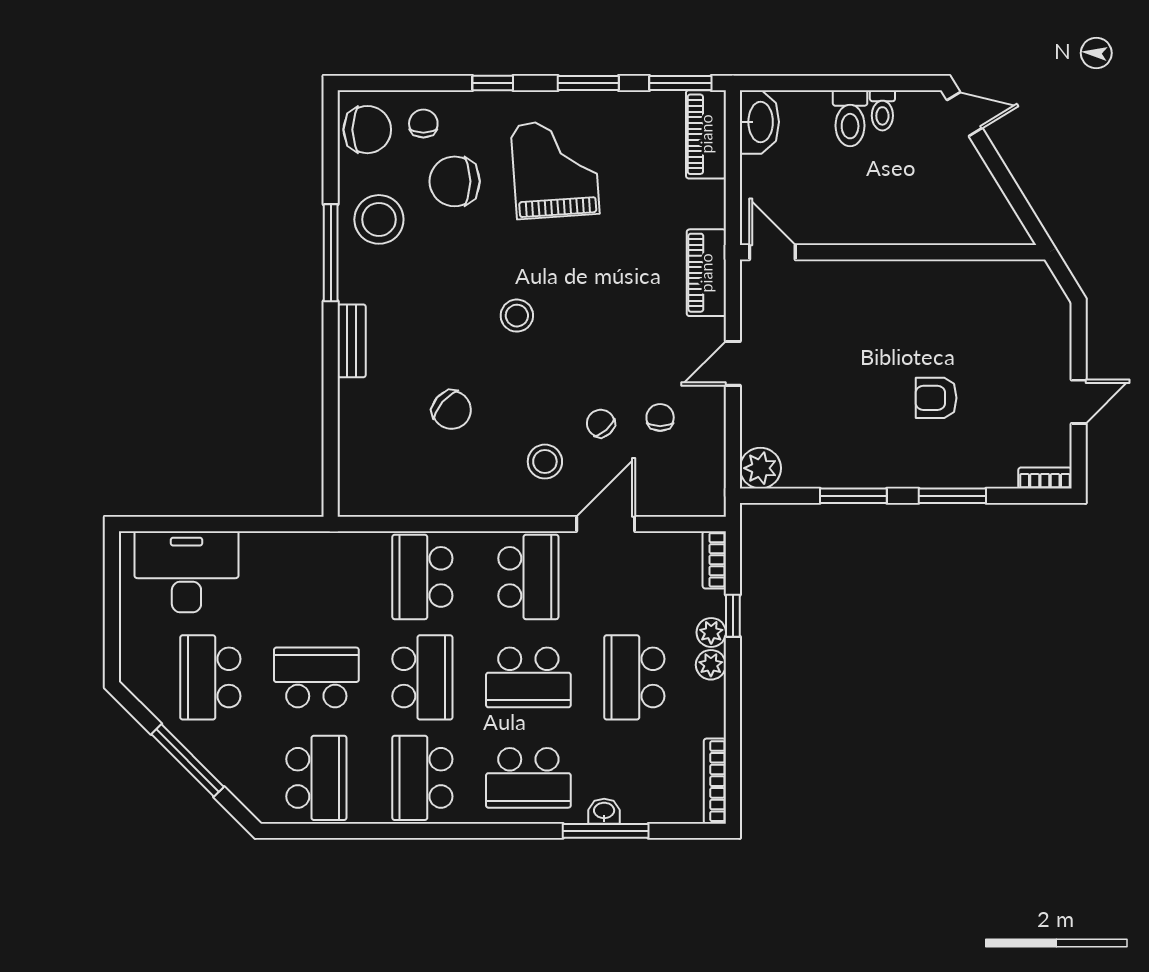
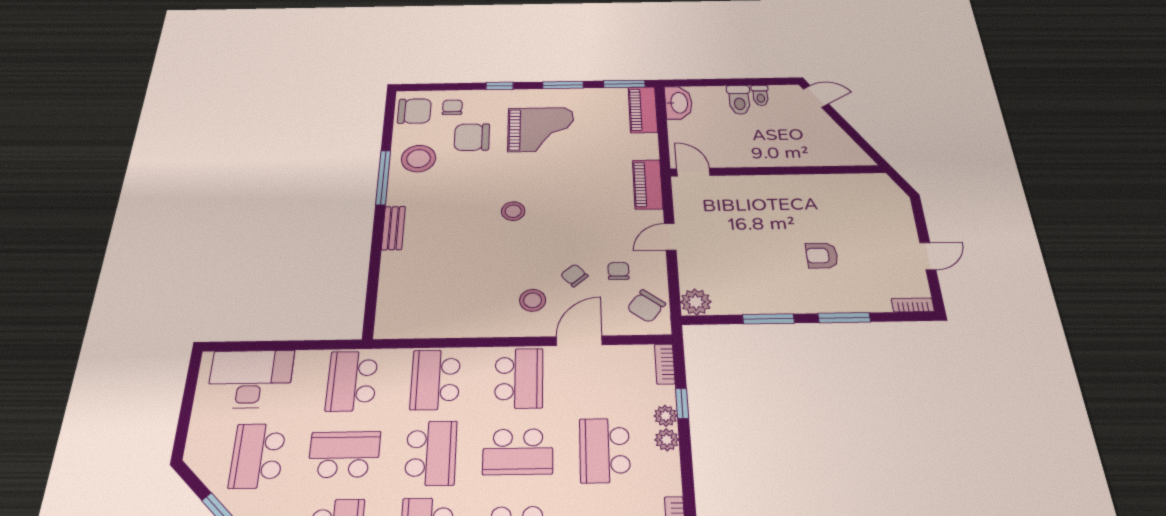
grand piano: (555, 169) -> (541, 129), turned 94
chair: (452, 410) -> (646, 306), moved, turned 86
school desk: (316, 577) -> (352, 381), added

